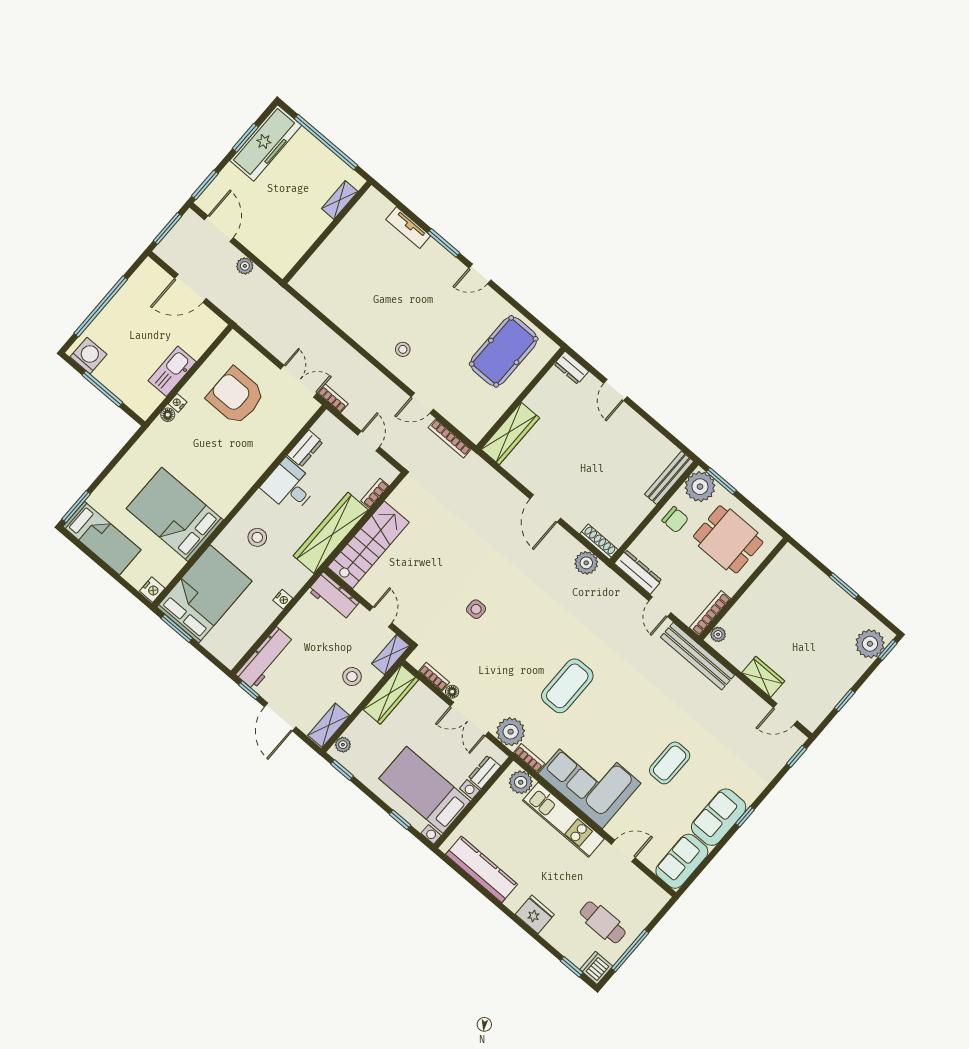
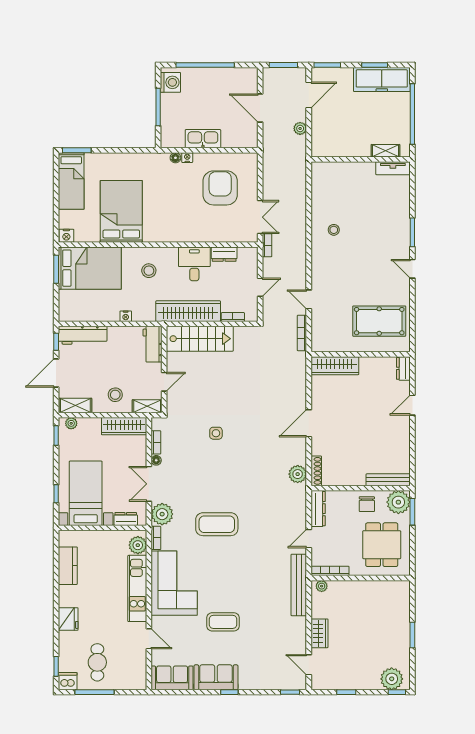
tv unit: (408, 228) -> (393, 168), moved, turned -90
stool: (403, 349) -> (334, 230), moved
kitchen counter: (482, 869) -> (68, 566), width x0.67

